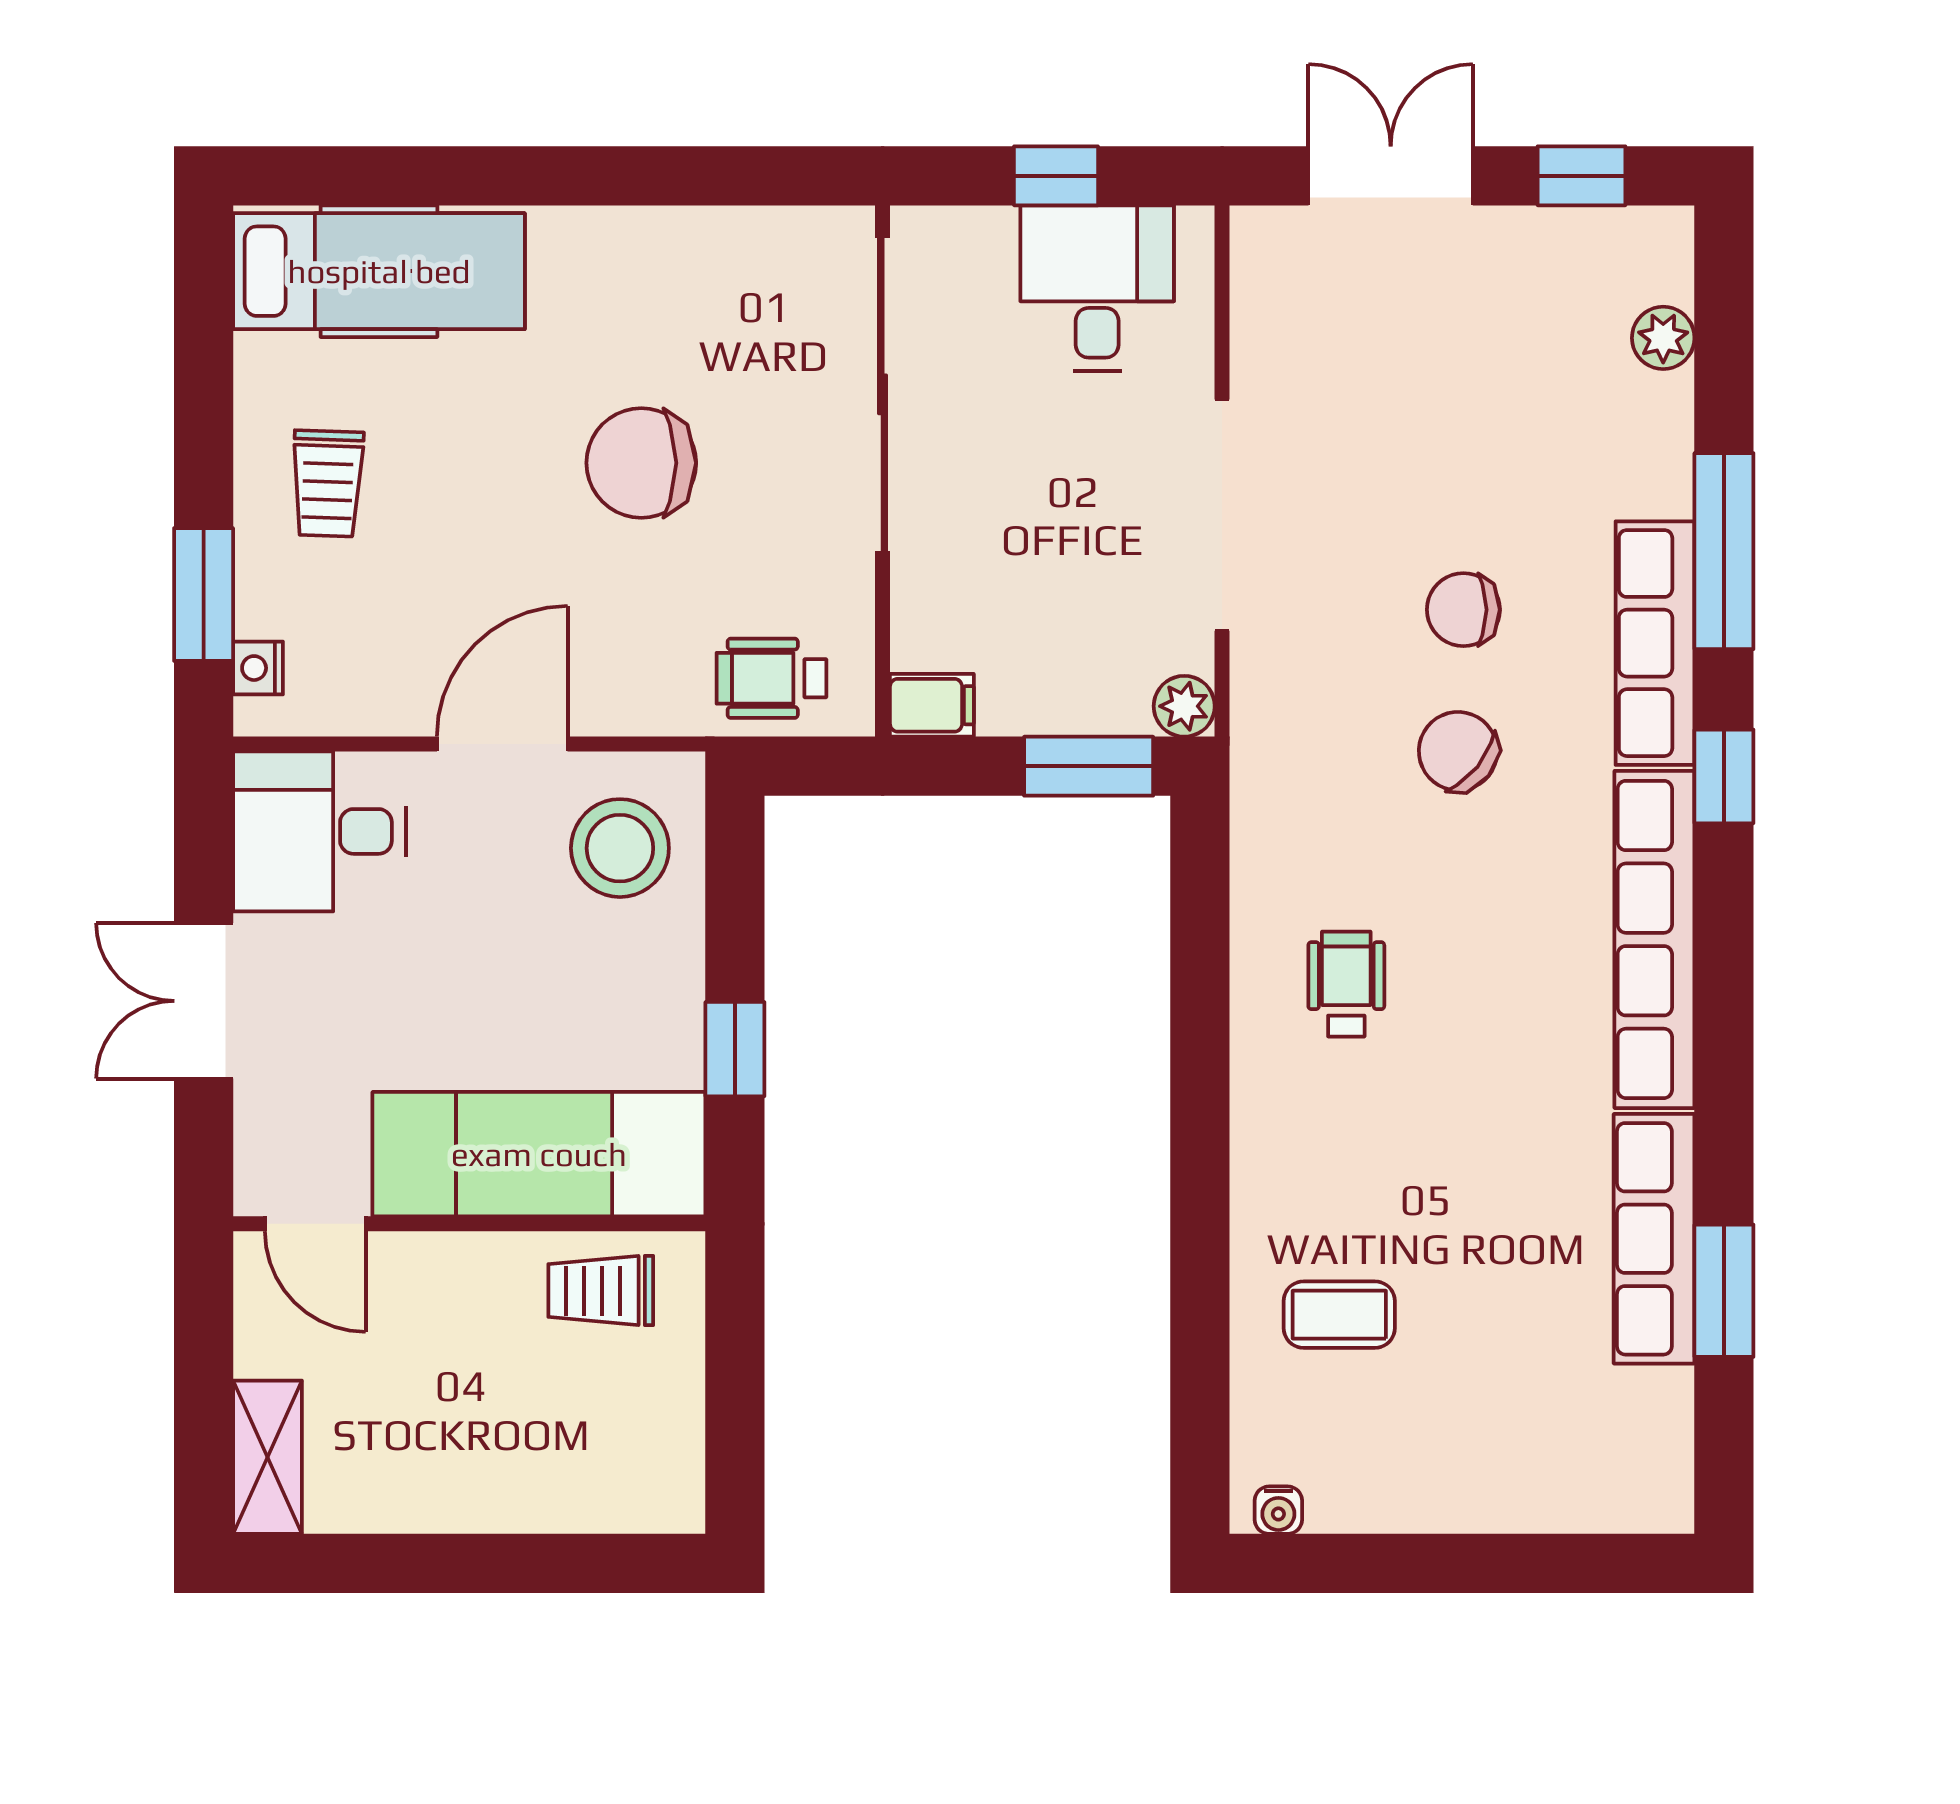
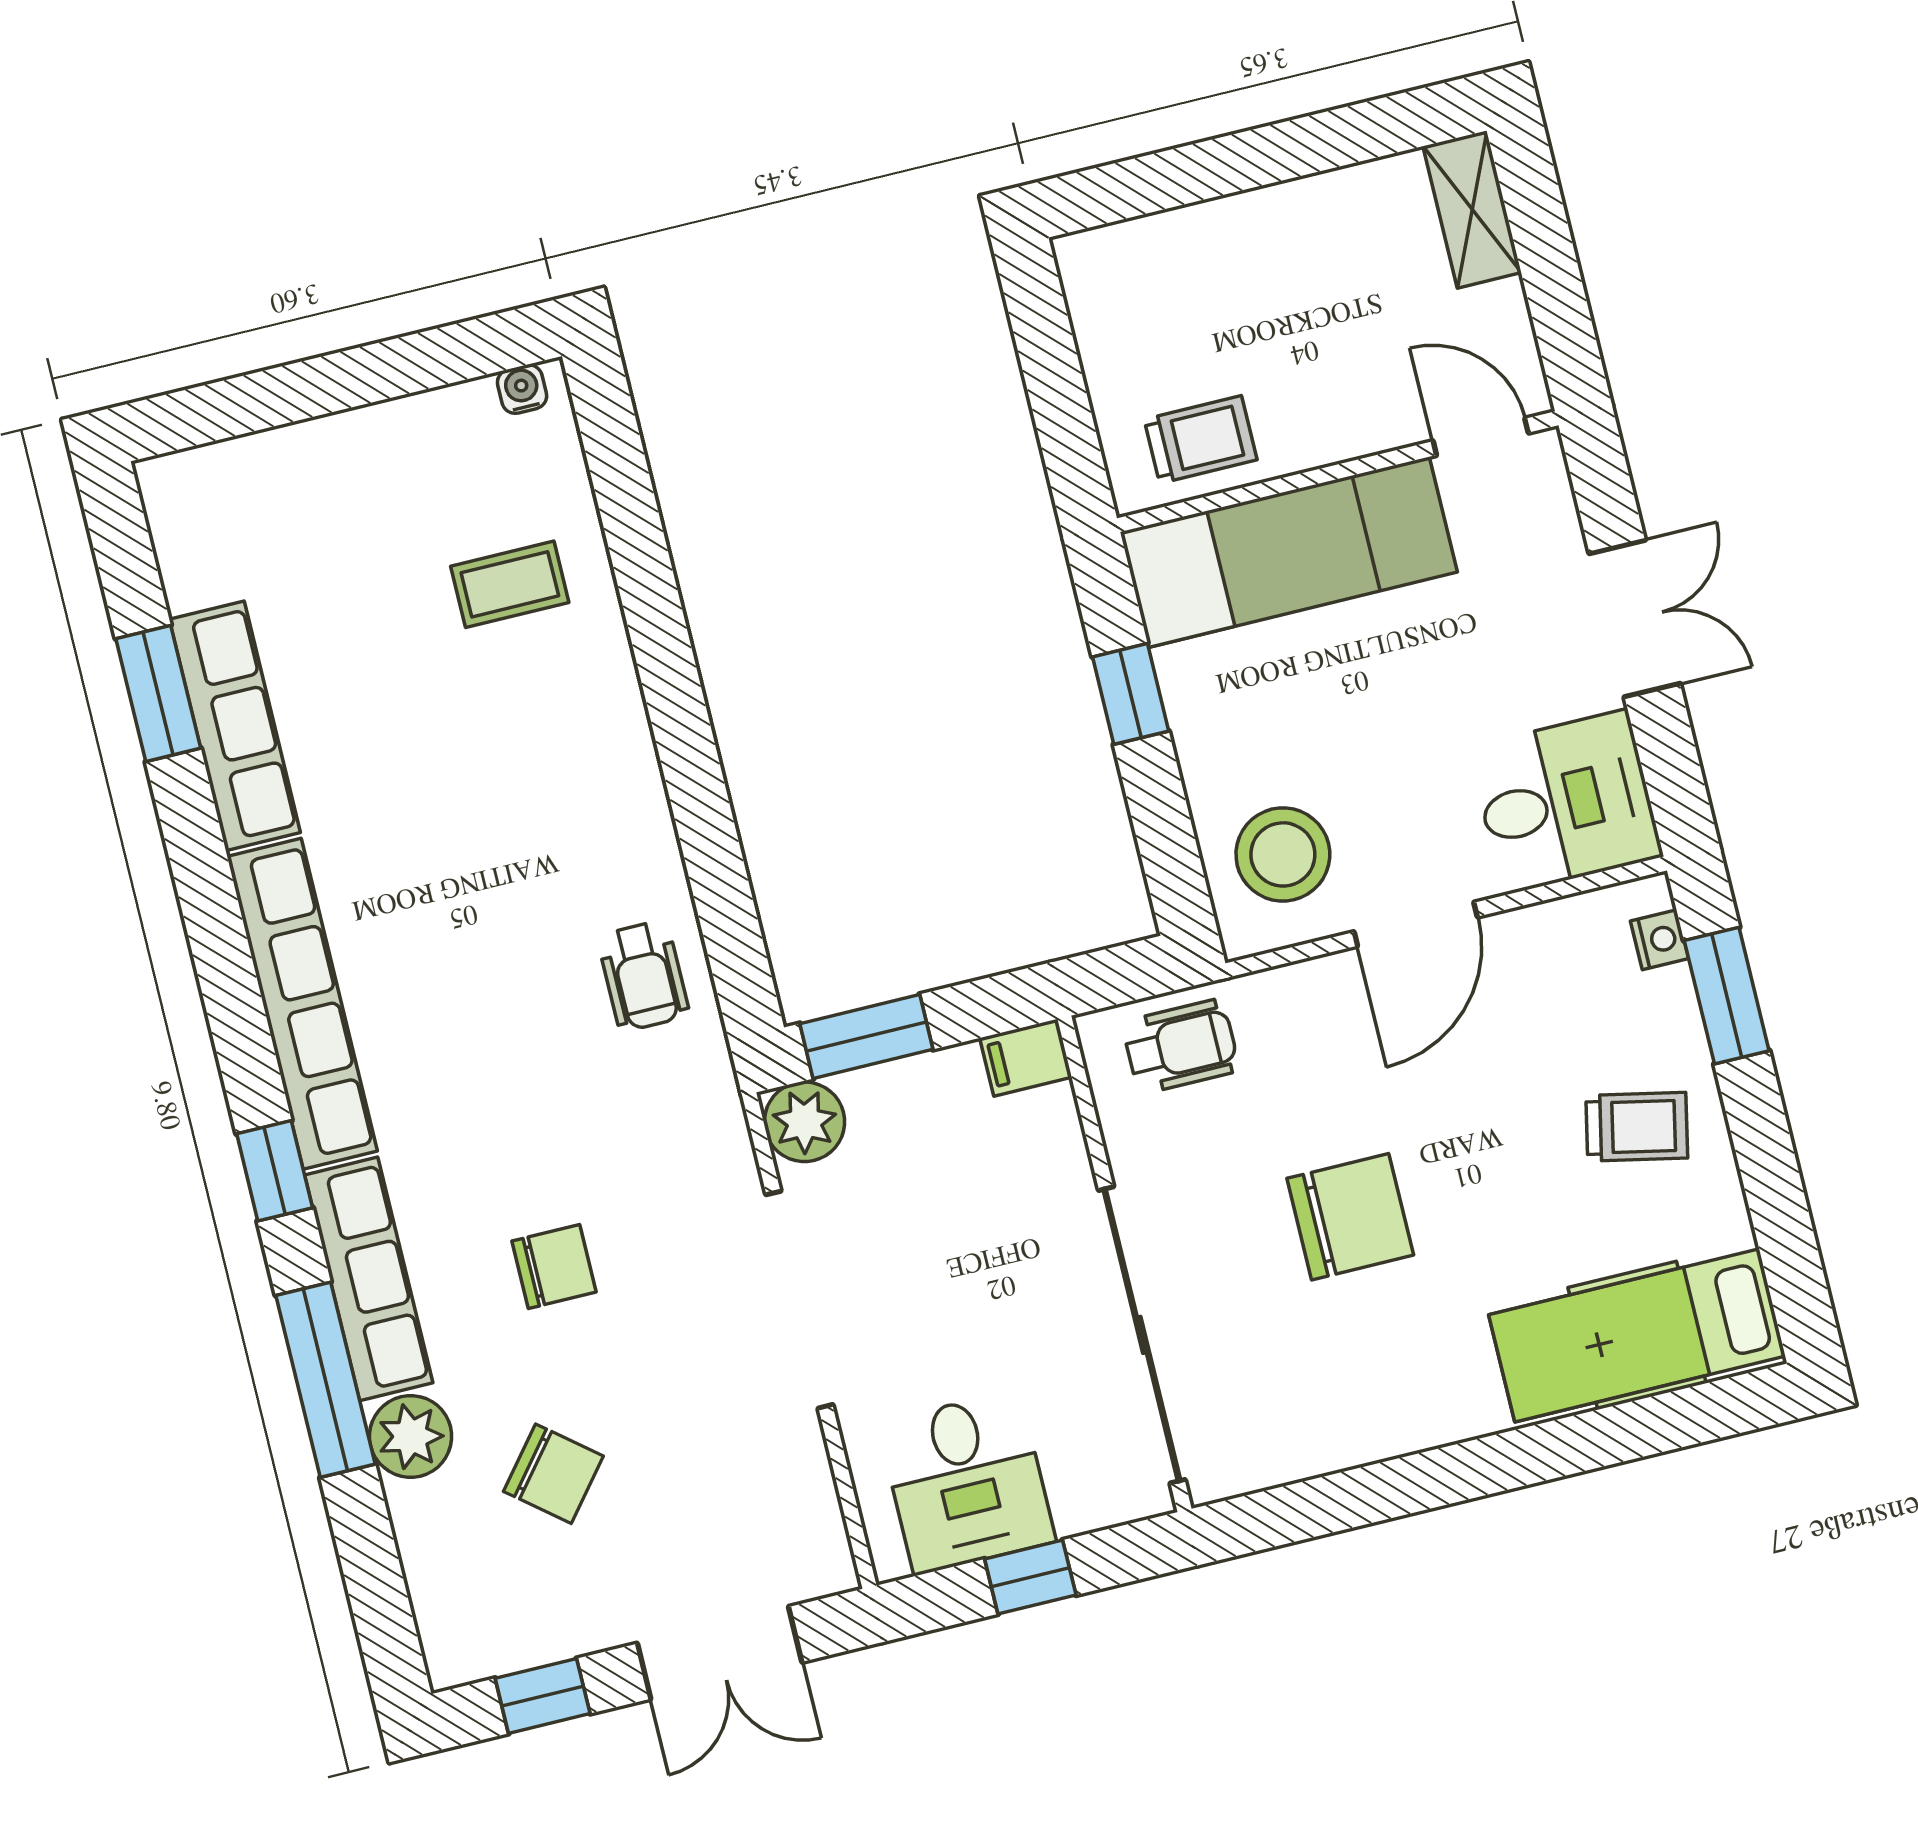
plant: (1663, 338) -> (411, 1436), moved, width x1.38, depth x1.38
trolley: (328, 483) -> (1637, 1127), turned 100
plant: (1184, 706) -> (804, 1122), width x1.38, depth x1.38
chair: (1458, 751) -> (553, 1474), moved
wheelchair: (1346, 984) -> (643, 976), moved

